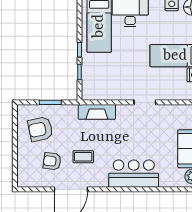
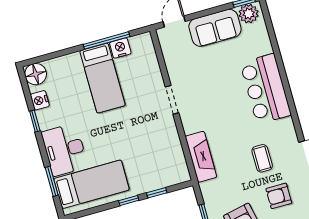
armchair: (52, 161) -> (279, 196), turned 82

